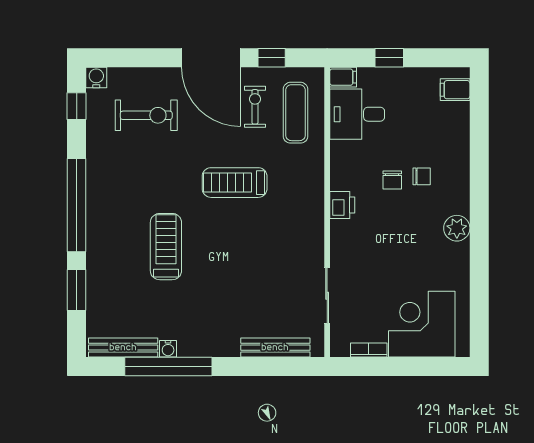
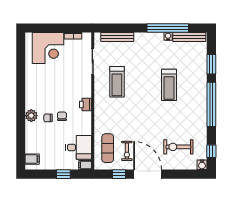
treadmill: (235, 183) -> (117, 82), moved, turned 90
plant: (457, 228) -> (31, 116), moved

